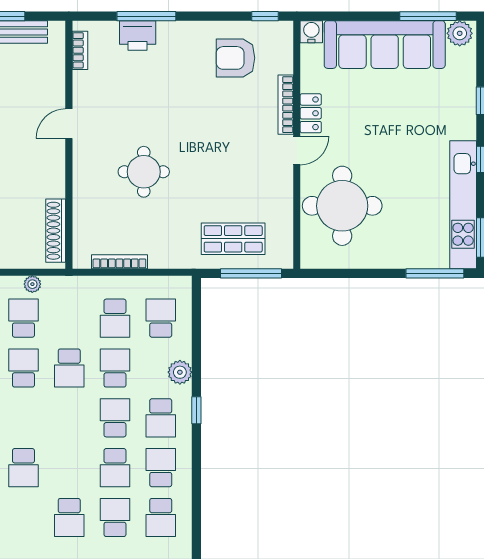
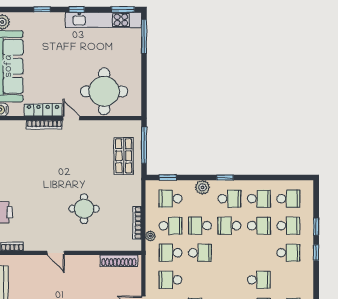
armchair: (235, 58) -> (17, 154), removed
locker: (311, 113) -> (43, 110), width x1.53
plant: (32, 284) -> (150, 236), moved
window: (196, 313) -> (168, 178), added
school desk: (23, 368) -> (171, 253), moved
school desk: (161, 468) -> (259, 199), turned 180
school desk: (115, 517) -> (288, 226), turned 180

